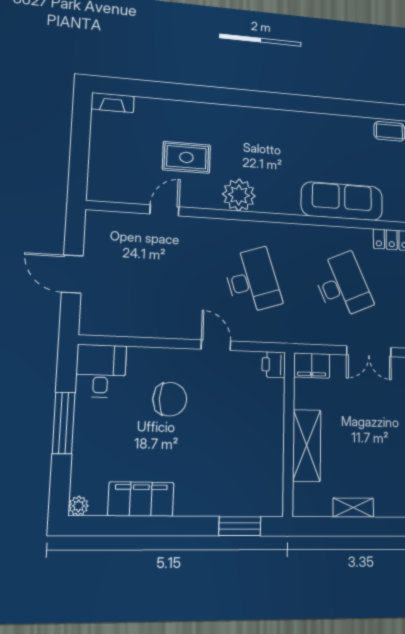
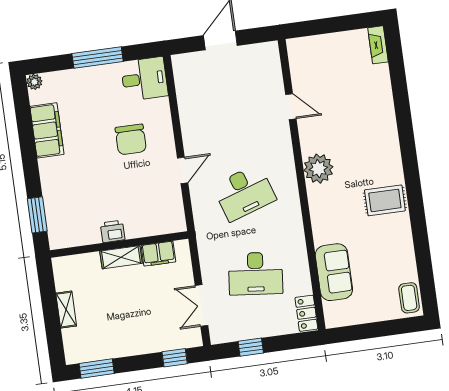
rug: (186, 157) -> (385, 200), moved, turned 90
sofa: (342, 201) -> (334, 272), width x0.73
desk: (342, 285) -> (256, 274), turned 30
printer: (274, 365) -> (113, 231), moved
filing cabinet: (312, 365) -> (158, 254), moved, turned -90
shelving: (307, 445) -> (121, 257), width x0.67, depth x0.75

